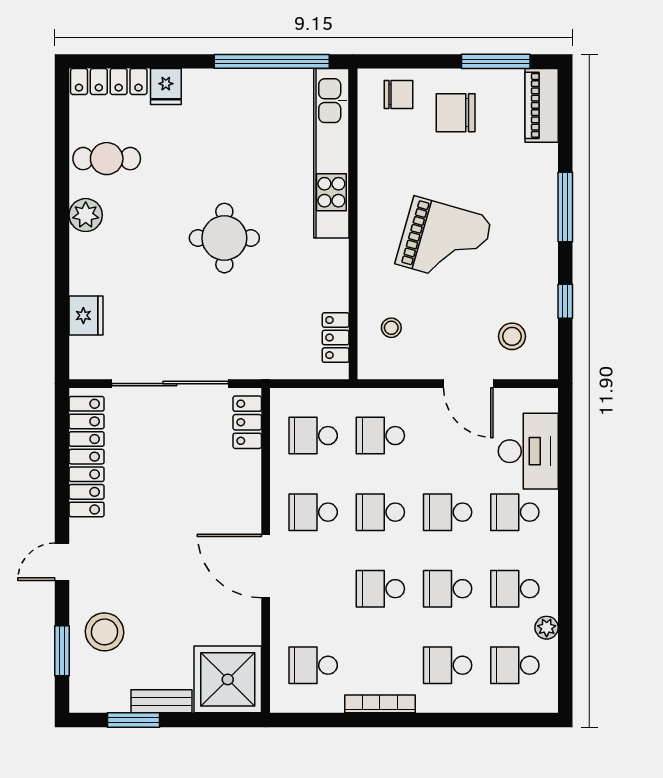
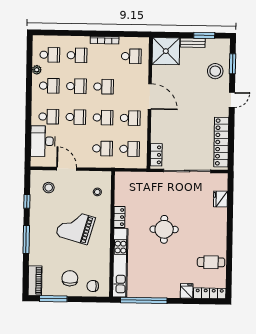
chair: (456, 113) -> (70, 278), turned -90
plant: (86, 215) -> (220, 240), removed
locker: (336, 338) -> (119, 217), moved

